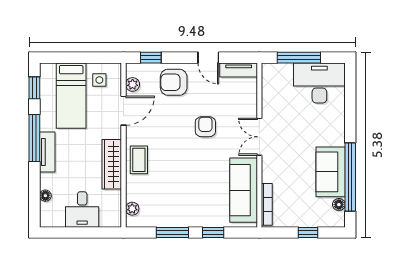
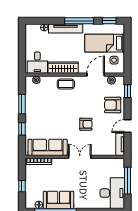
armchair: (174, 82) -> (113, 105), turned -90
door: (123, 111) -> (96, 75), swing flipped
tv unit: (47, 152) -> (66, 29), width x1.41
desk: (82, 209) -> (37, 63), moved, turned -90

